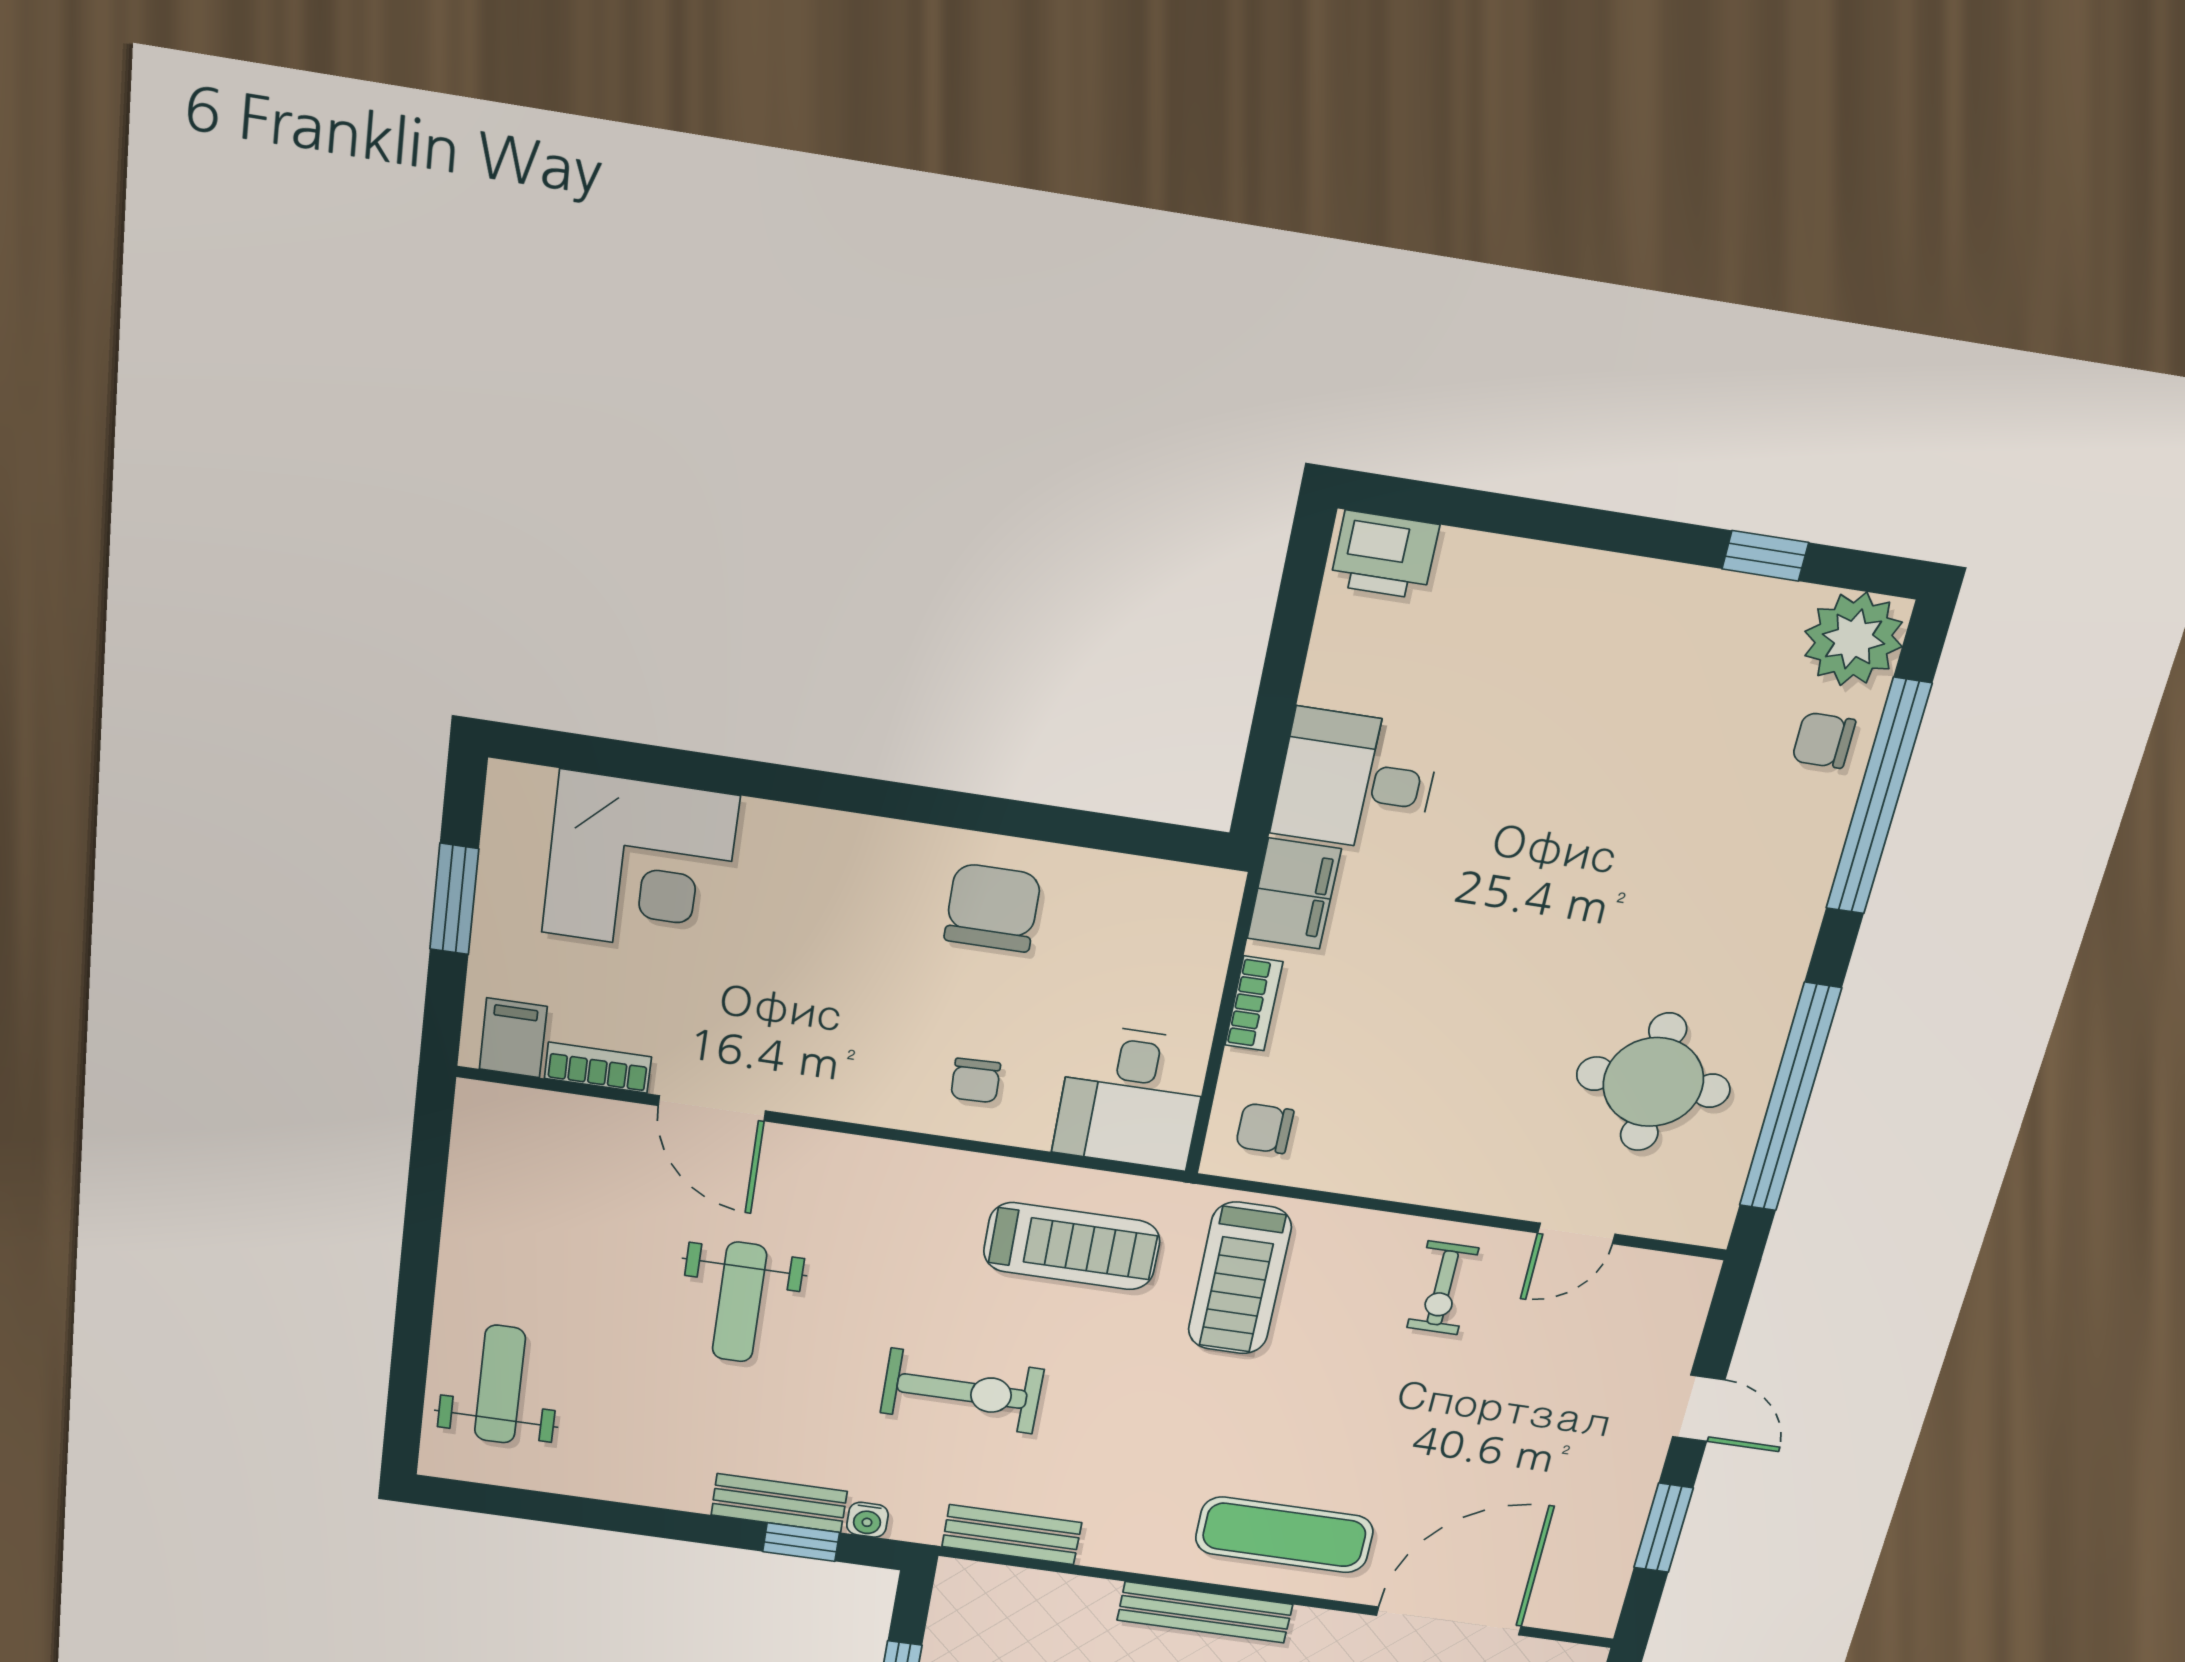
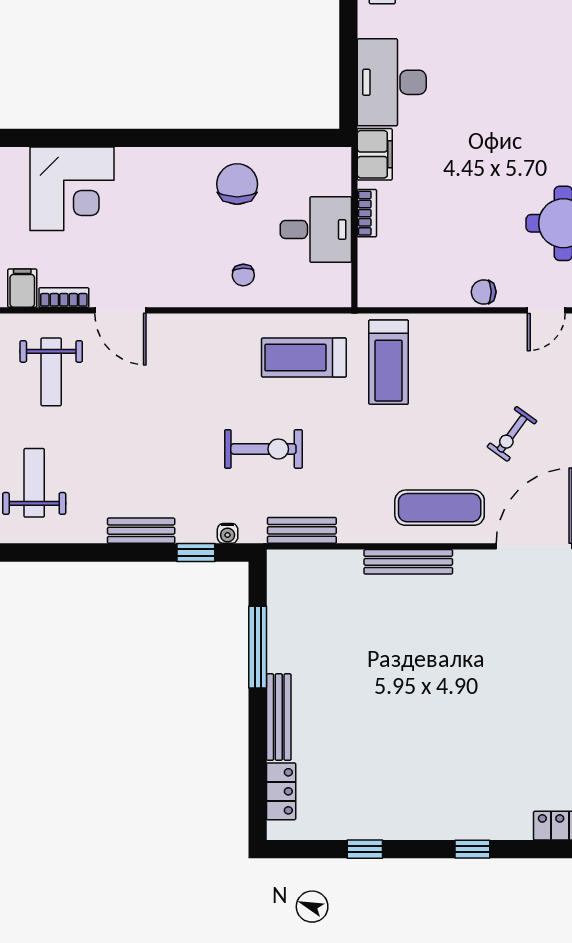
desk: (1356, 781) -> (392, 82), width x1.37
desk: (1131, 1097) -> (316, 230), moved, turned -90
chair: (1265, 1128) -> (484, 292), moved
treadmill: (1072, 1246) -> (304, 358), turned 180
exercise bike: (1443, 1288) -> (512, 434), moved, turned 36
weight bench: (739, 1302) -> (51, 372), moved
bench: (779, 1503) -> (141, 531), moved

